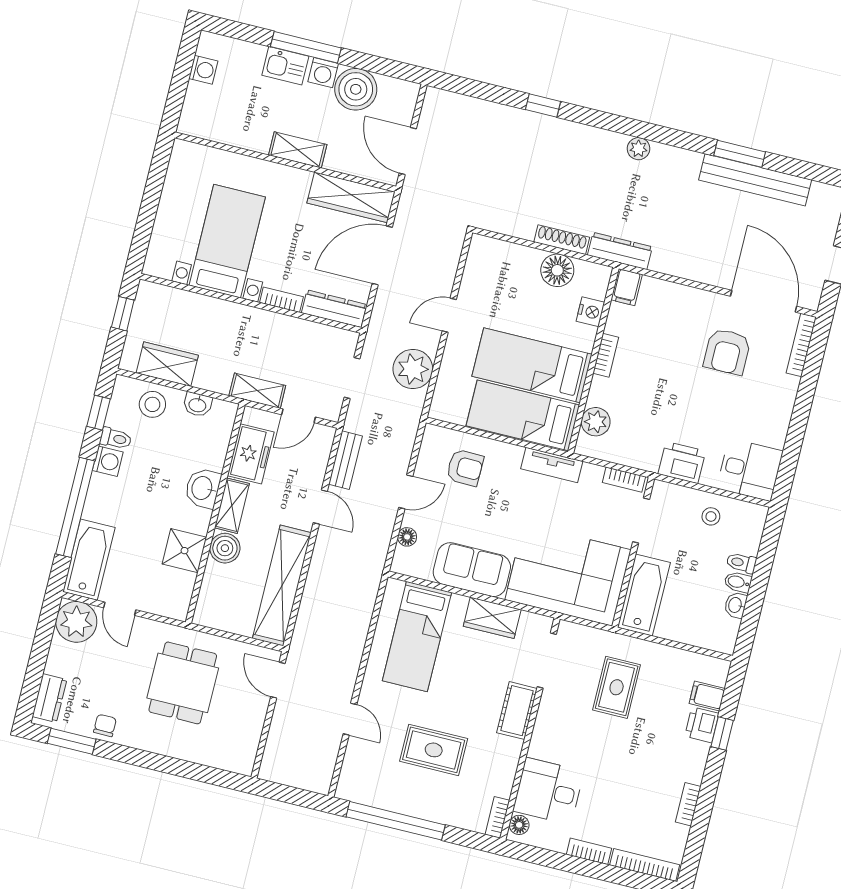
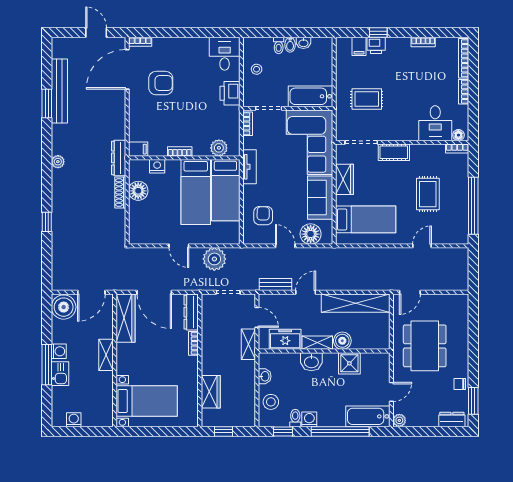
boiler: (356, 89) -> (64, 307), moved
bed with nightstands: (227, 241) -> (147, 401), moved, turned 180
bookcase: (801, 345) -> (140, 42), width x0.64
wardrobe: (167, 364) -> (211, 392), moved, turned 180
floor lamp: (407, 537) -> (311, 234), width x1.89, depth x1.89
plant: (76, 622) -> (399, 420), width x0.53, depth x0.53
dining table: (183, 683) -> (425, 346), width x1.38

